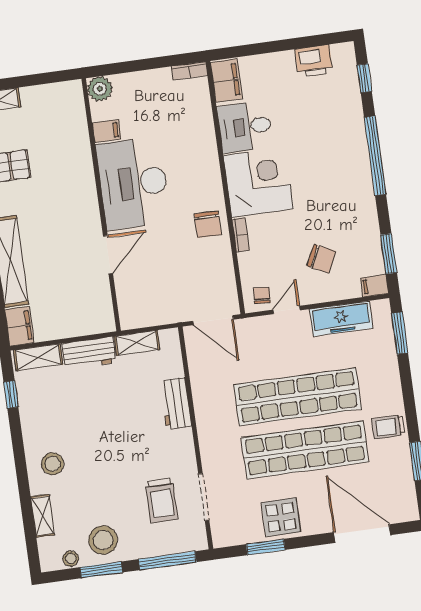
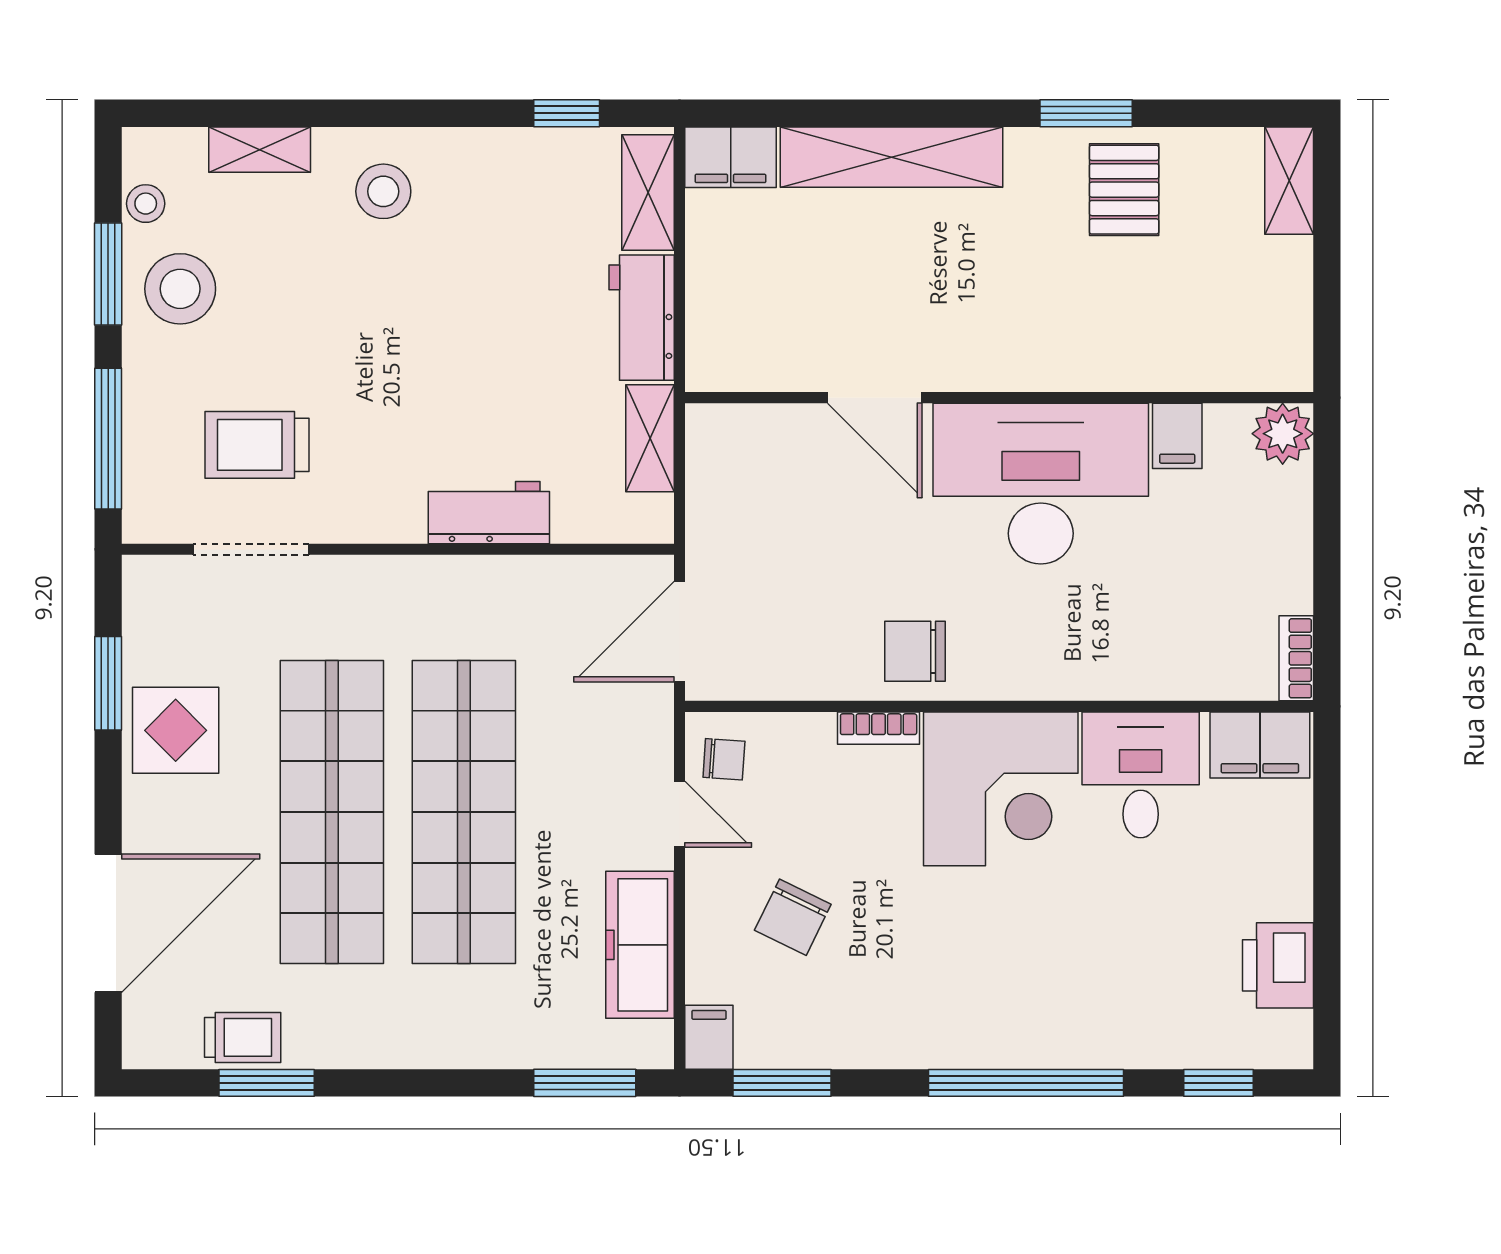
trolley: (388, 427) -> (243, 1037), moved, turned 90

